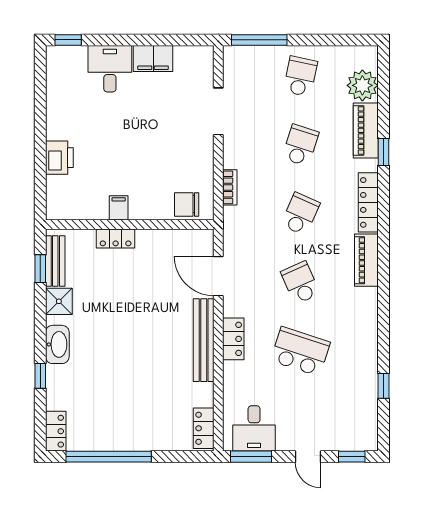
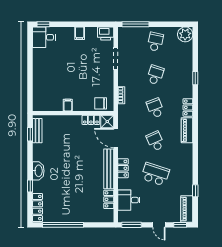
filing cabinet: (153, 58) -> (80, 33), width x0.50
desk: (110, 69) -> (44, 37), moved, turned -90
plant: (362, 85) -> (185, 34), moved
piano: (366, 130) -> (187, 209), moved
printer: (59, 158) -> (106, 33), moved, turned 90
locker: (368, 202) -> (188, 107), width x0.66
school desk: (300, 214) -> (155, 108), turned -45
locker: (116, 239) -> (91, 120), moved
shower: (59, 301) -> (107, 122), moved
locker: (204, 428) -> (109, 199), moved
desk: (254, 428) -> (129, 200), moved, turned 90
locker: (56, 431) -> (38, 208), width x1.53

